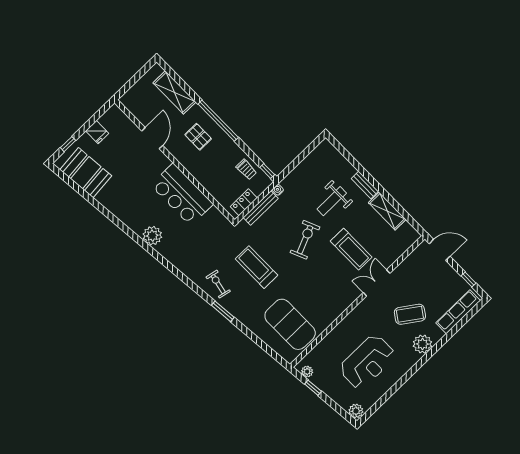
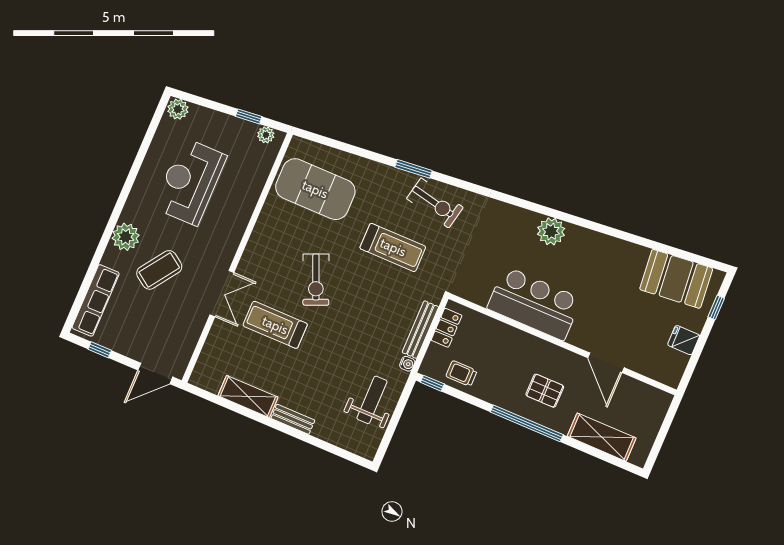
weight bench: (332, 201) -> (372, 400), moved
exercise bike: (305, 240) -> (316, 280), moved
exercise bike: (218, 284) -> (435, 203), width x1.38, depth x1.39

